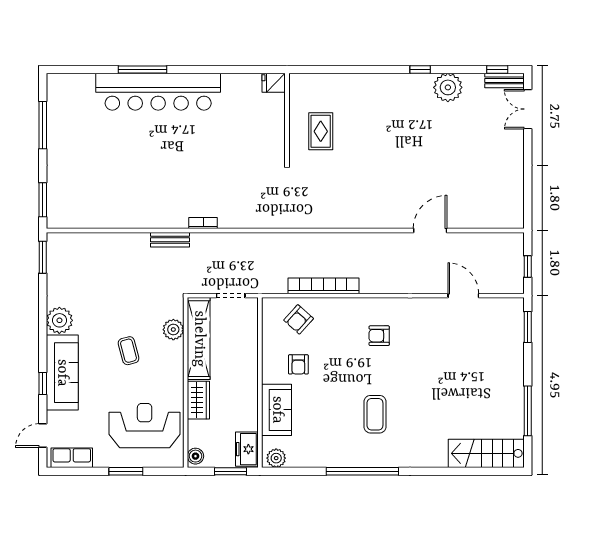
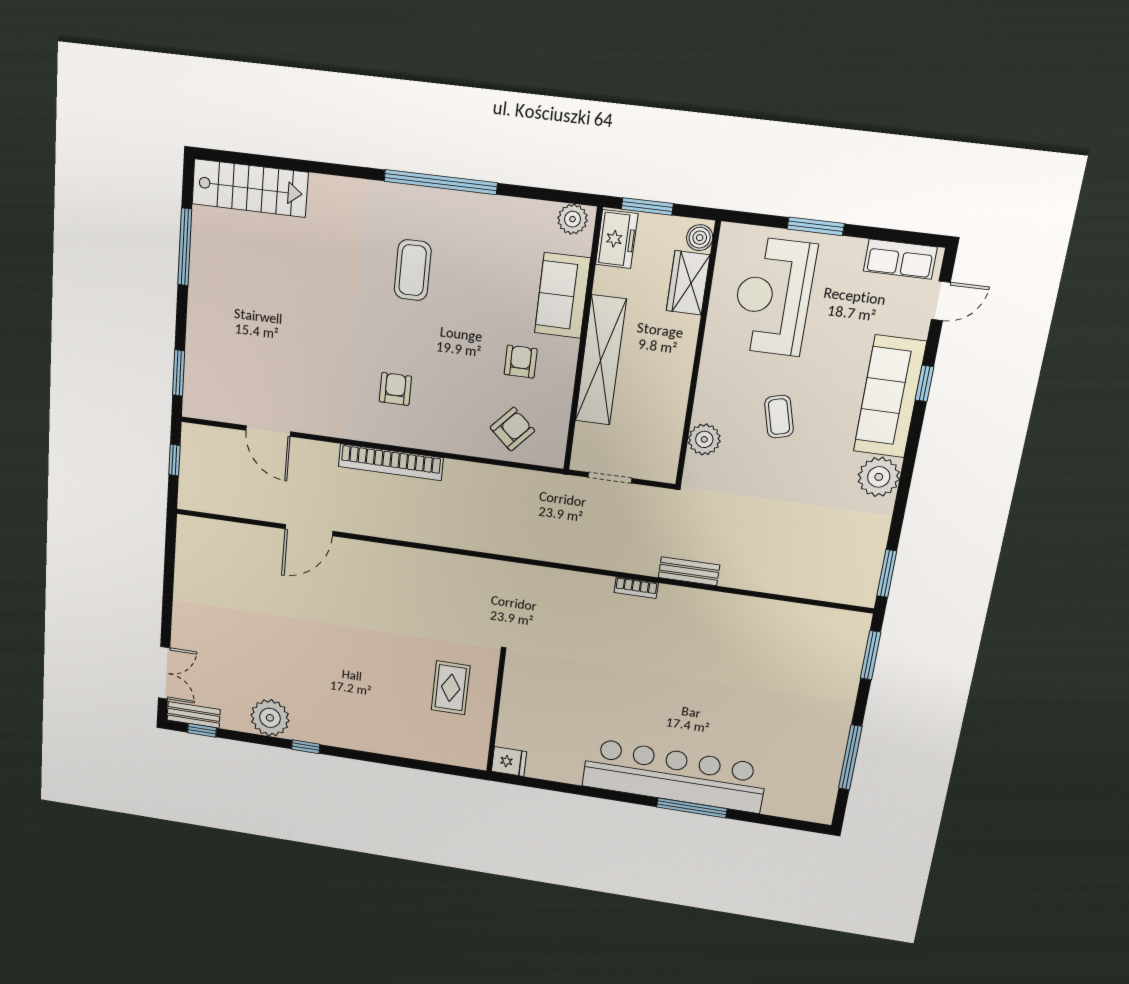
bookcase: (323, 286) -> (391, 462), moved
armchair: (379, 336) -> (395, 389), turned -90
shelving: (199, 339) -> (601, 360), moved
wardrobe: (198, 400) -> (688, 283), moved
reception desk: (145, 426) -> (773, 297), turned 90

